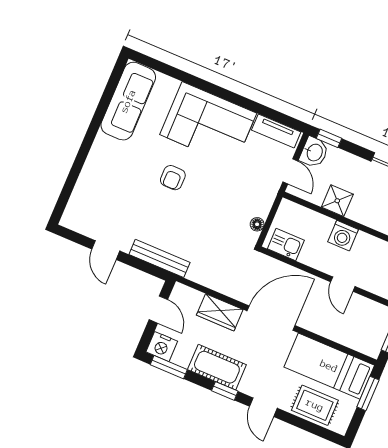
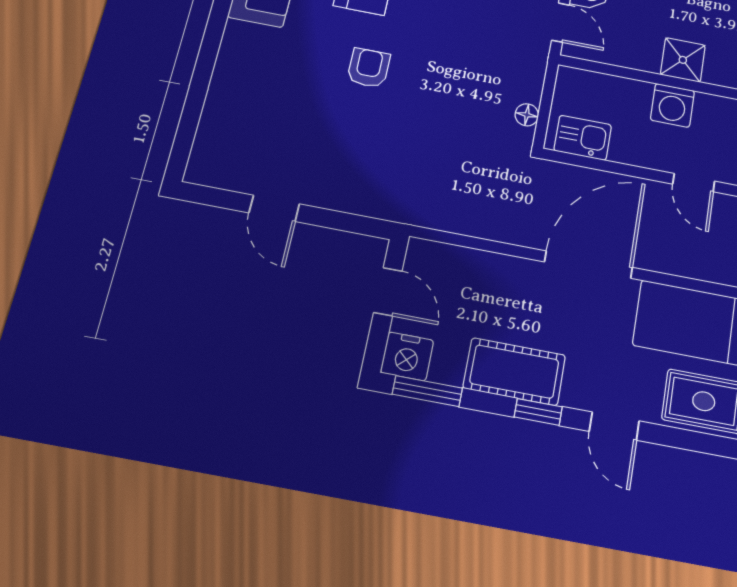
armchair: (173, 178) -> (369, 68), turned 180
shower: (337, 201) -> (683, 60), moved
bench: (160, 258) -> (372, 204), removed
wardrobe: (220, 312) -> (497, 274), removed

